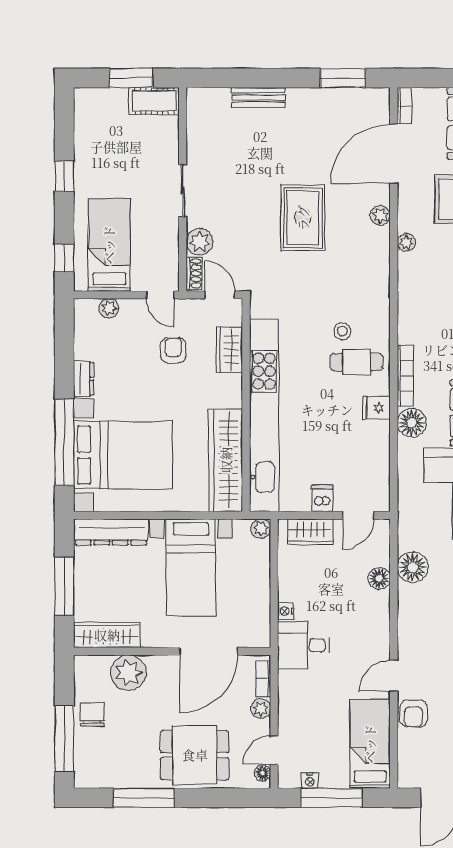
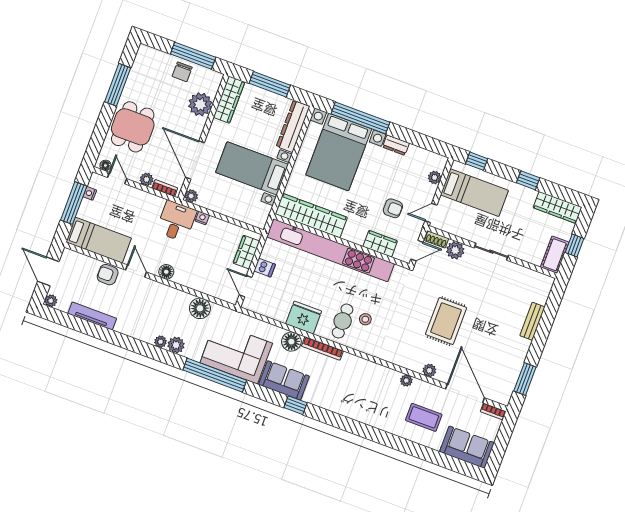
window: (131, 78) -> (575, 246), width x0.67
wardrobe: (87, 121) -> (558, 207), added
rug: (303, 218) -> (446, 321), turned 90
fridge: (376, 408) -> (304, 318), width x1.88, depth x1.34
plant: (261, 529) -> (191, 196), moved
floor lamp: (379, 578) -> (166, 272), moved
chair: (92, 715) -> (182, 72), turned 90
window: (64, 739) -> (193, 56), moved

